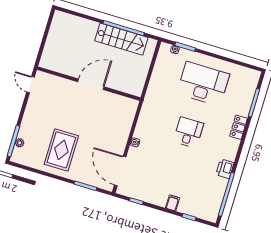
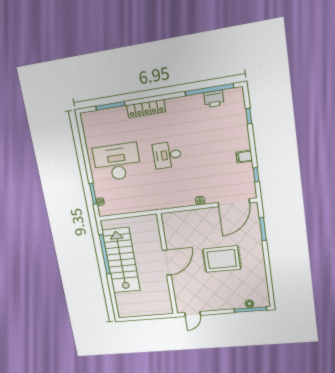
stairs: (121, 39) -> (121, 260), width x1.36, depth x1.51
door: (91, 84) -> (167, 263), swing flipped
desk: (203, 84) -> (117, 162), turned 90
locker: (239, 127) -> (146, 109), width x1.53
rug: (61, 150) -> (222, 259), moved
printer: (225, 169) -> (214, 99), moved
filing cabinet: (173, 203) -> (244, 157), moved

